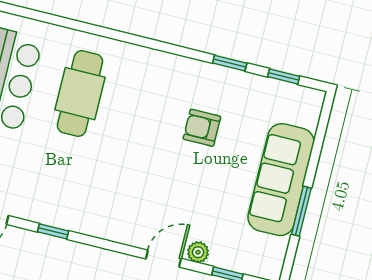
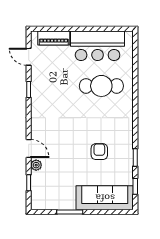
sofa: (281, 180) -> (105, 198), moved

